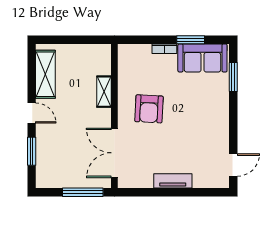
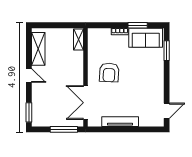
shelving: (104, 92) -> (78, 39), moved
window: (32, 151) -> (29, 112), moved
tv unit: (173, 181) -> (120, 122), width x1.41

